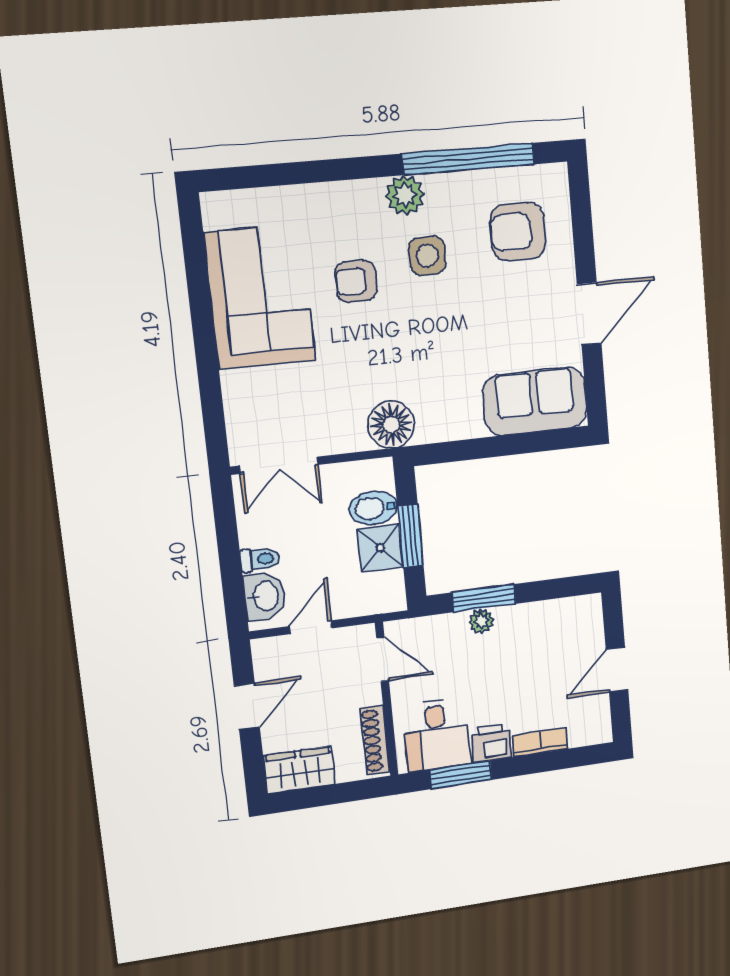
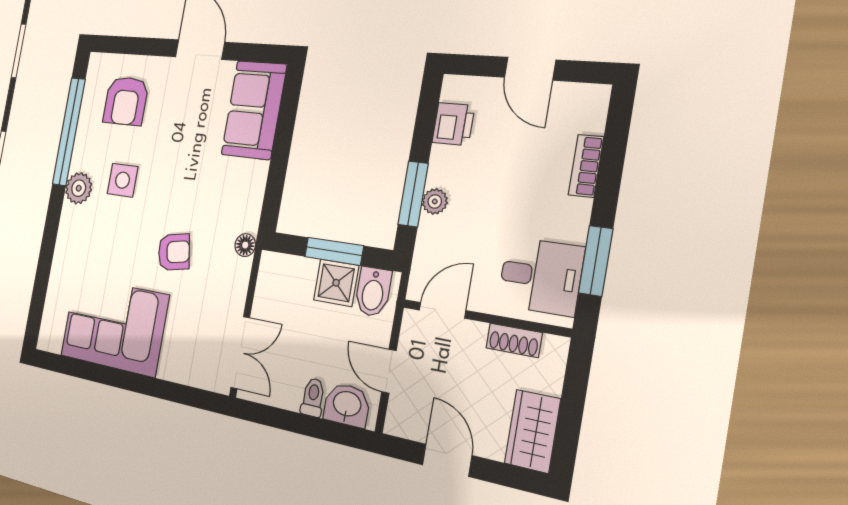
armchair: (356, 281) -> (174, 252), moved, turned -101
floor lamp: (391, 425) -> (245, 245), width x0.53, depth x0.53
bidet: (373, 508) -> (373, 292), moved
shoe rack: (375, 740) -> (514, 340), width x0.70
printer: (491, 743) -> (453, 124), moved, turned 180

